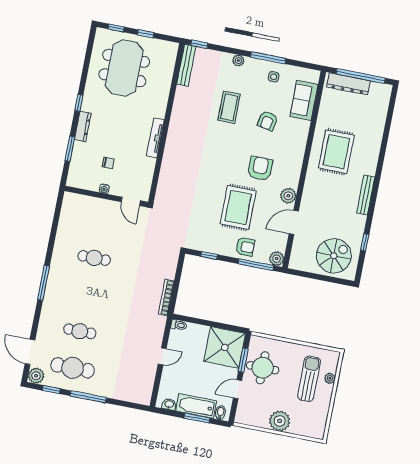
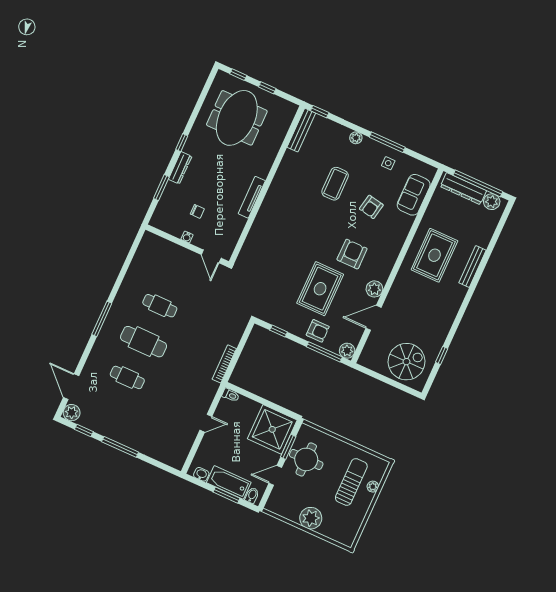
plant: (377, 90) -> (492, 202), added
bench: (366, 195) -> (472, 267), moved
cafe table: (73, 368) -> (144, 342), moved

